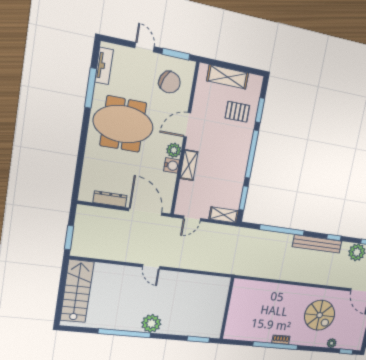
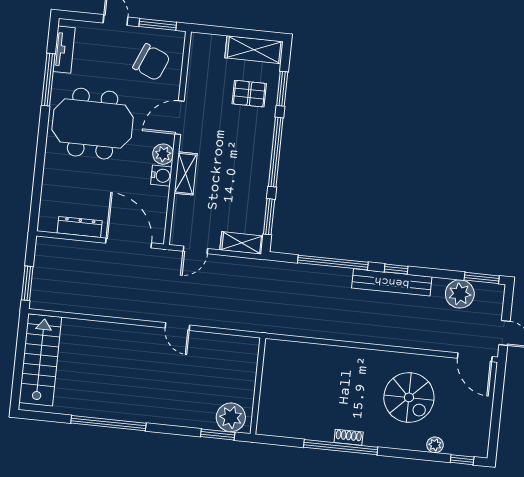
shelving: (228, 77) -> (254, 50), moved
window: (334, 237) -> (396, 269), moved
door: (151, 267) -> (177, 327), moved
plant: (151, 323) -> (231, 417), moved

